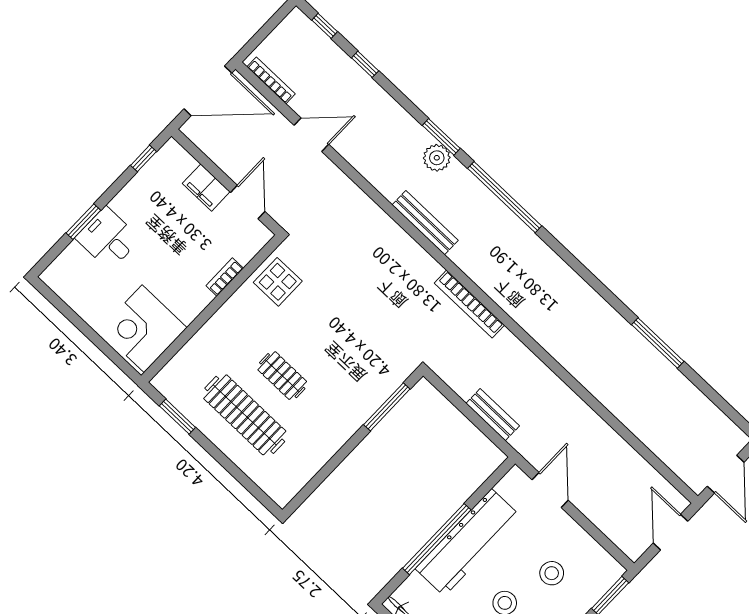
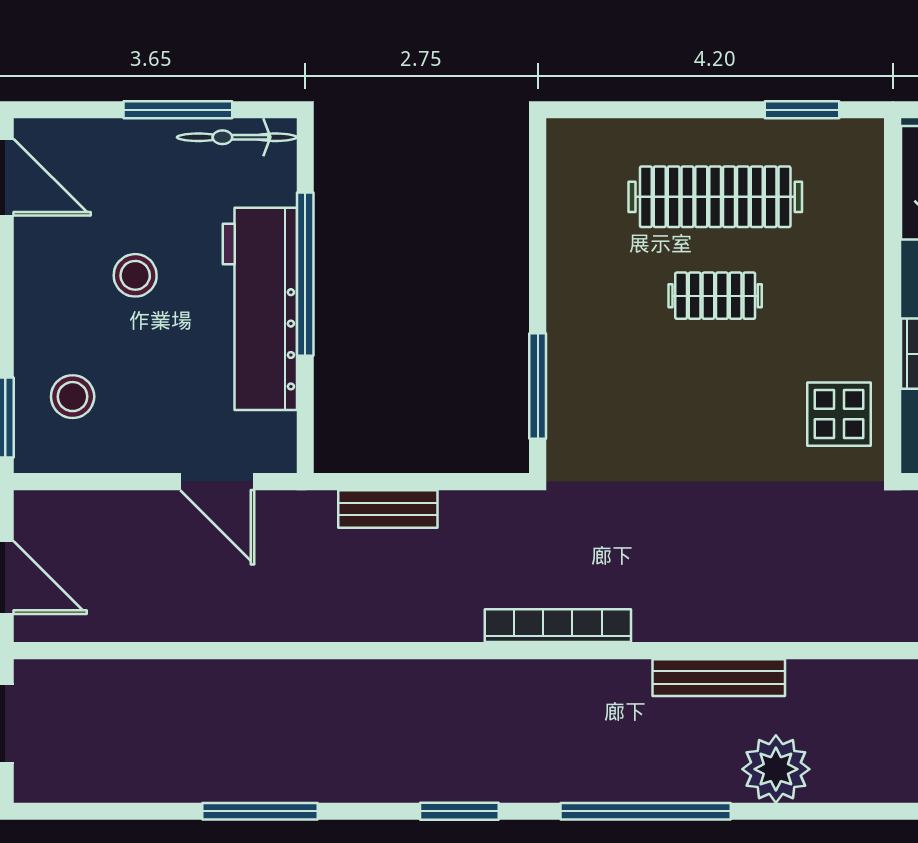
window: (441, 137) -> (459, 811), moved
plant: (437, 158) -> (776, 769), width x1.36, depth x1.36
stool: (552, 573) -> (73, 397), moved

